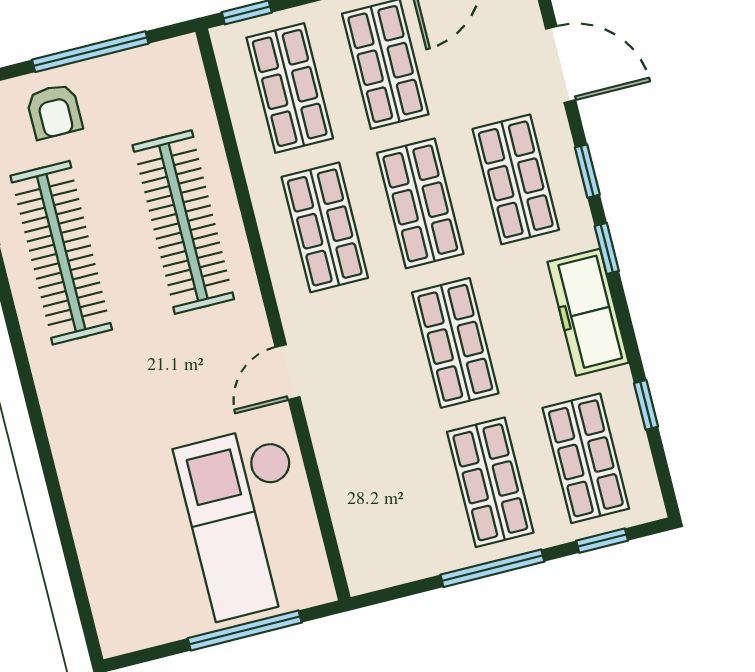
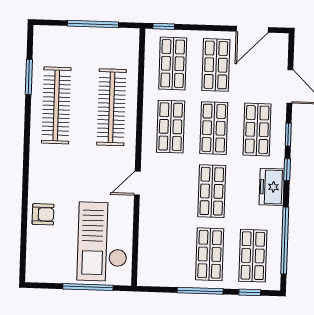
armchair: (54, 111) -> (43, 214), moved, turned -90
freezer: (588, 312) -> (272, 187), width x0.71
window: (646, 405) -> (285, 240), width x3.17

